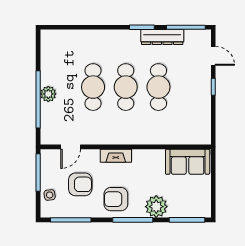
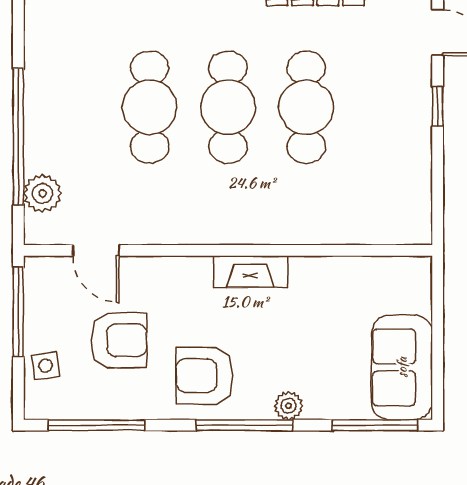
plant: (48, 94) -> (43, 193), moved
door: (71, 147) -> (96, 250), hinge flipped
fireplace: (116, 156) -> (250, 272), moved
sofa: (188, 162) -> (402, 367), moved, turned 90
plant: (156, 207) -> (289, 406), width x0.53, depth x0.53

